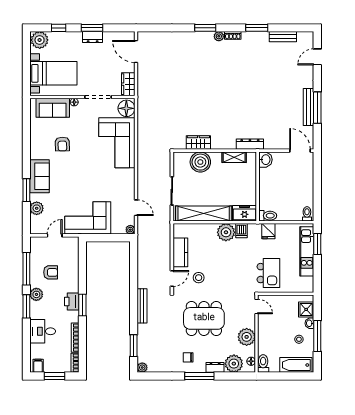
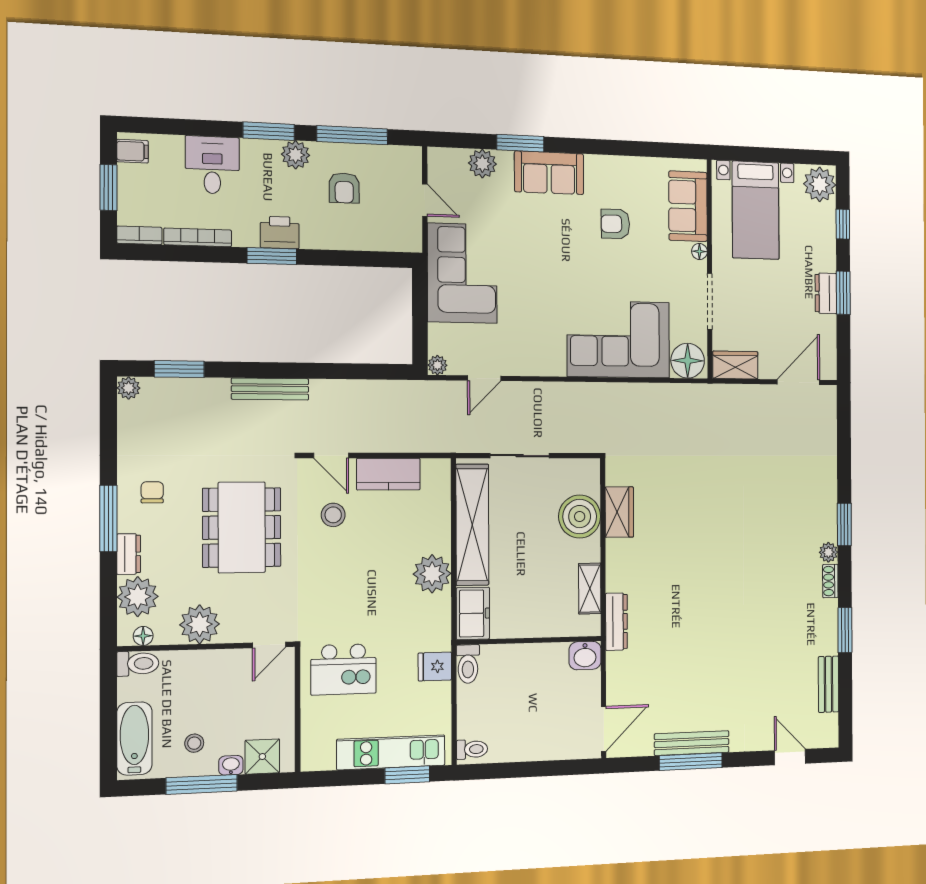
dishwasher: (241, 231) -> (436, 607), removed

